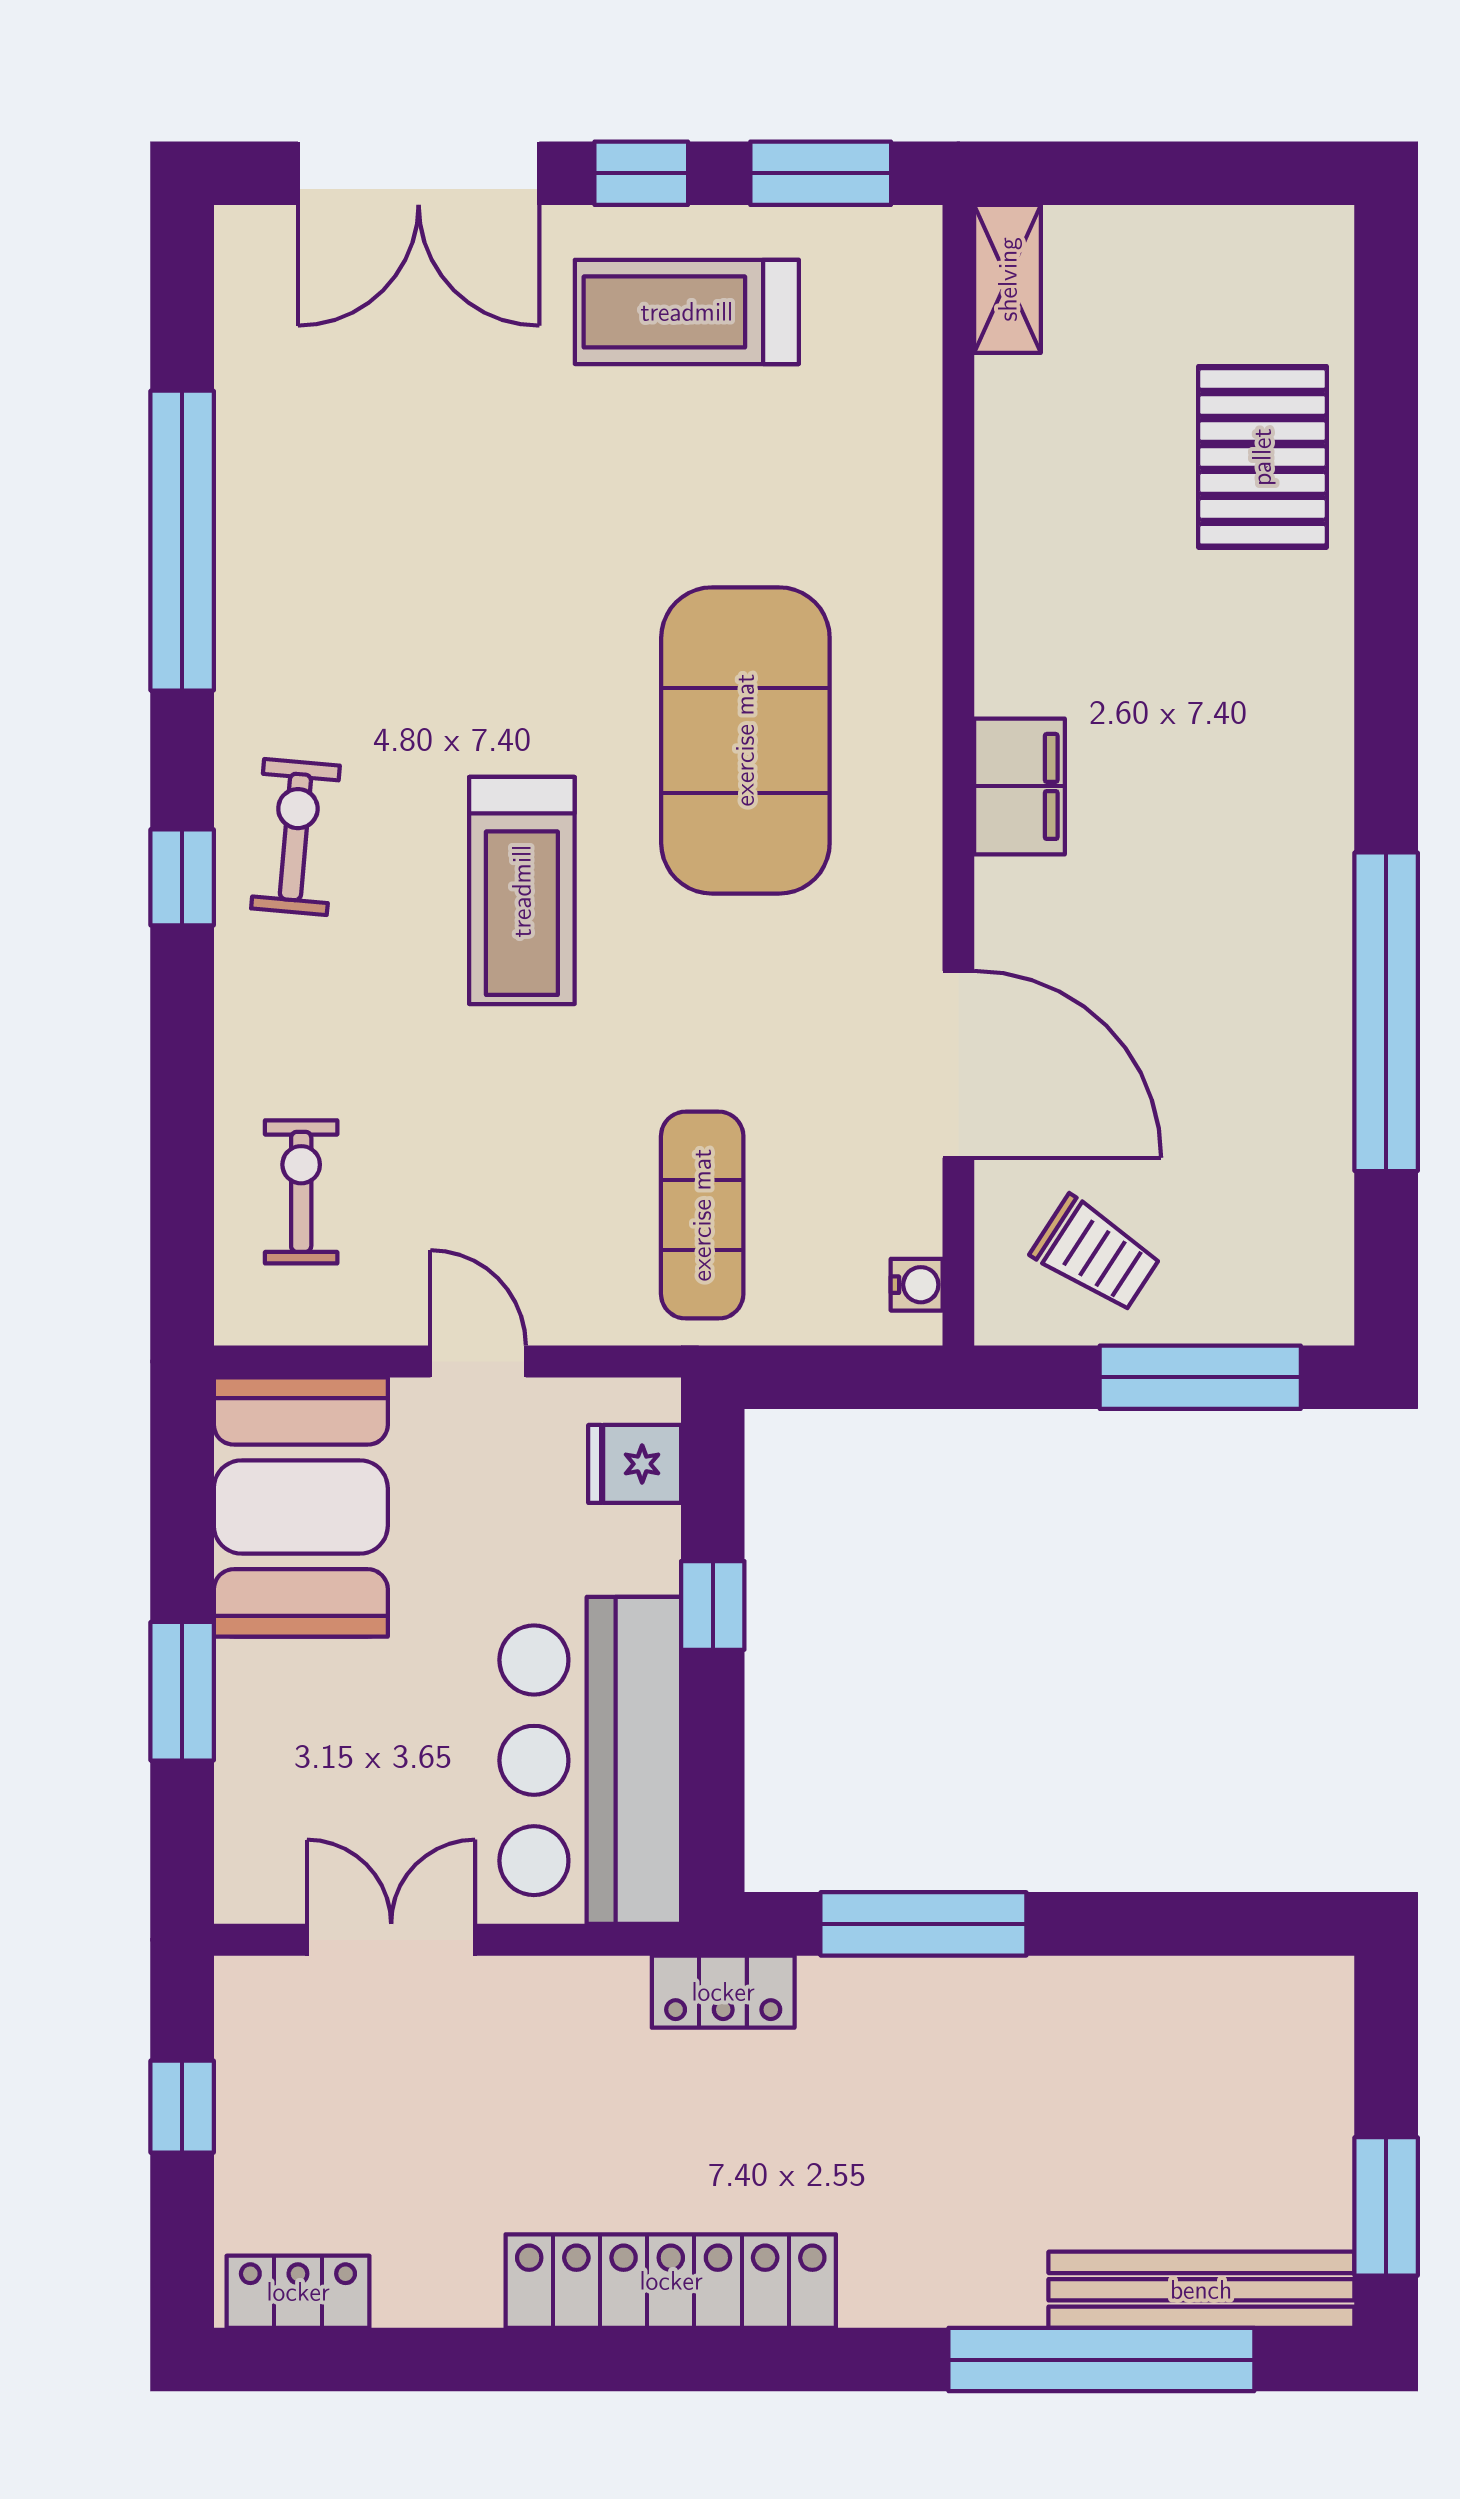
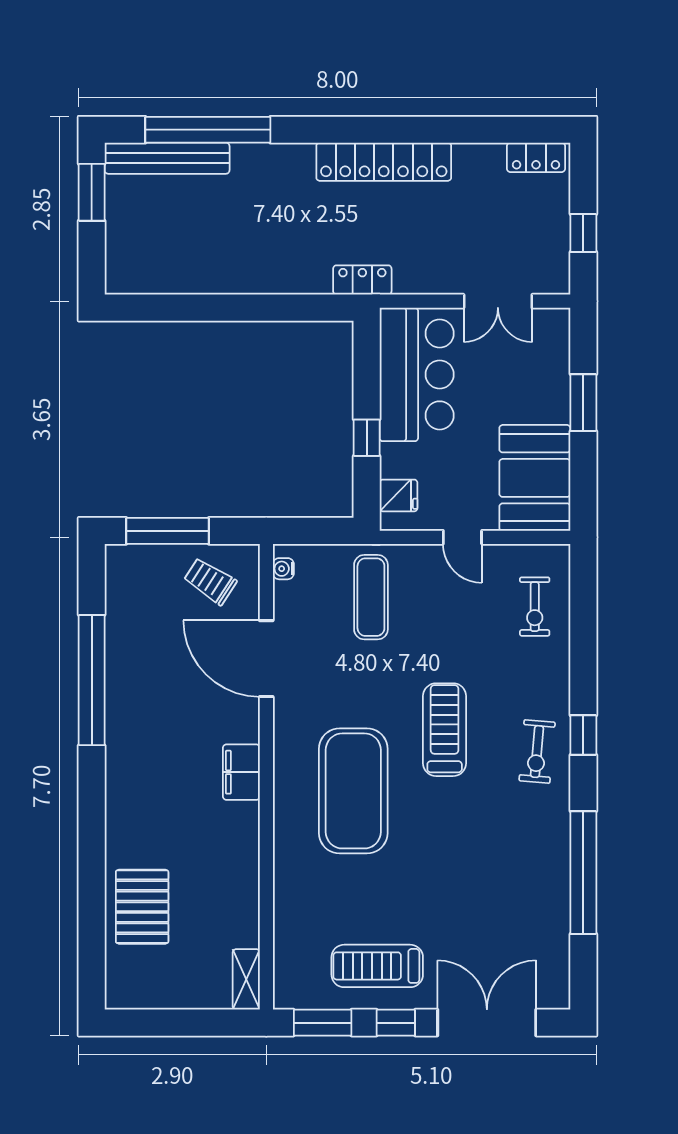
treadmill: (687, 312) -> (377, 966), turned 180
window: (923, 1924) -> (281, 308), removed

